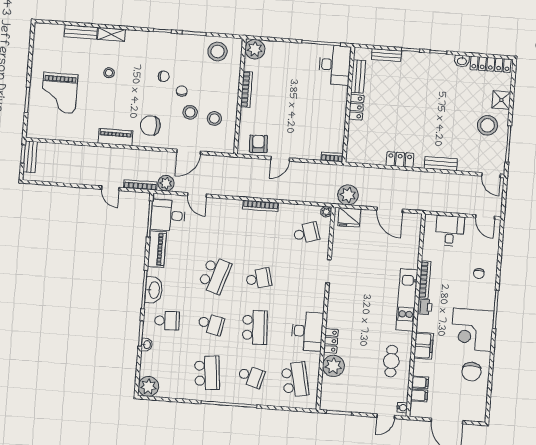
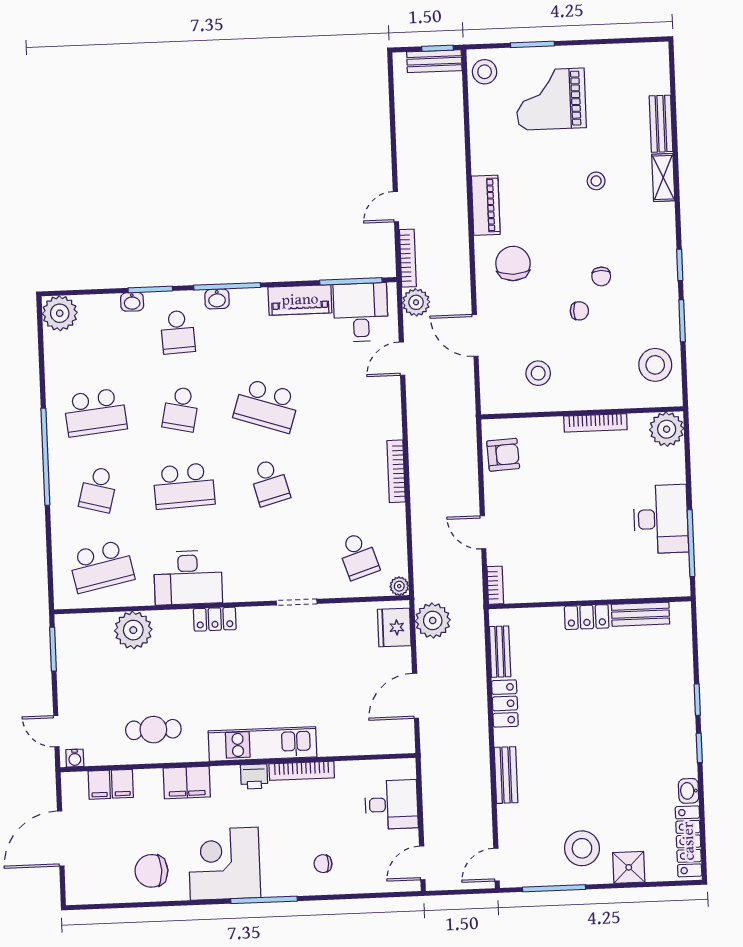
bench: (386, 55) -> (500, 652), moved
desk: (335, 65) -> (661, 519), moved, turned -90
stool: (190, 112) -> (485, 72), moved
door: (280, 159) -> (483, 532), moved
washbasin: (154, 290) -> (217, 299), width x0.52, depth x0.69
locker: (331, 341) -> (215, 619), moved

